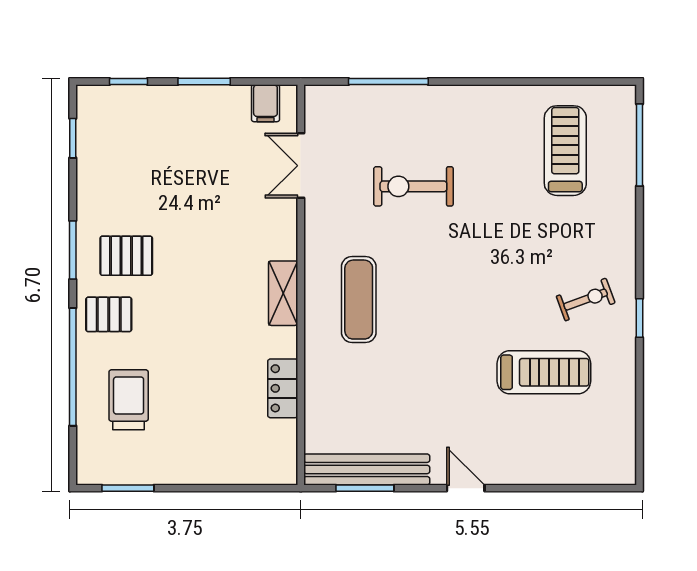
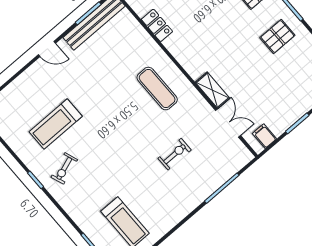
exercise bike: (413, 186) -> (175, 154), width x0.73, depth x0.72
pallet: (126, 256) -> (277, 37), moved
shelving: (283, 293) -> (212, 90), moved

